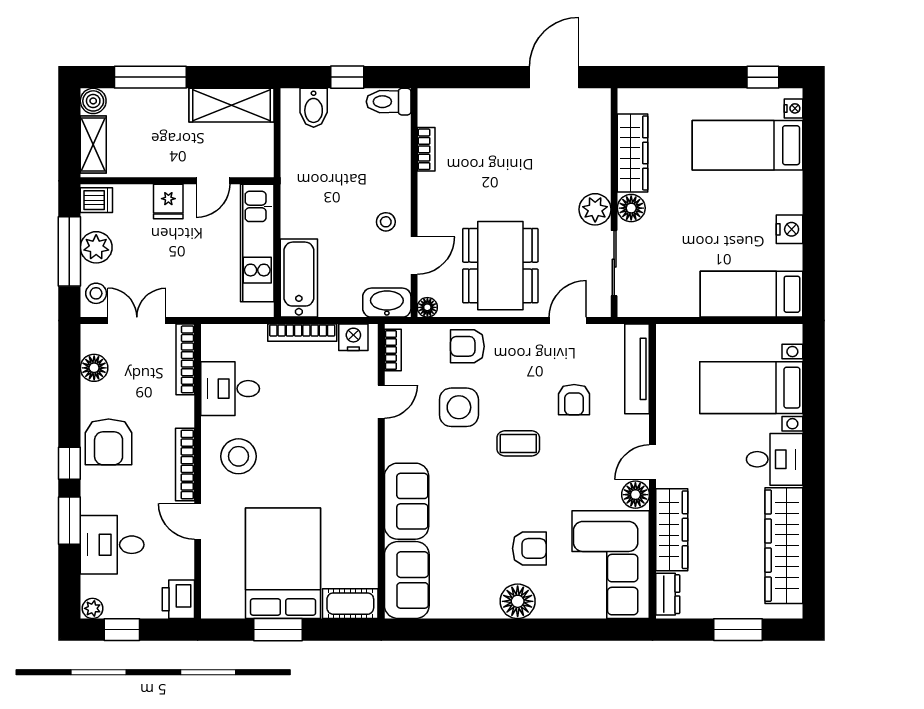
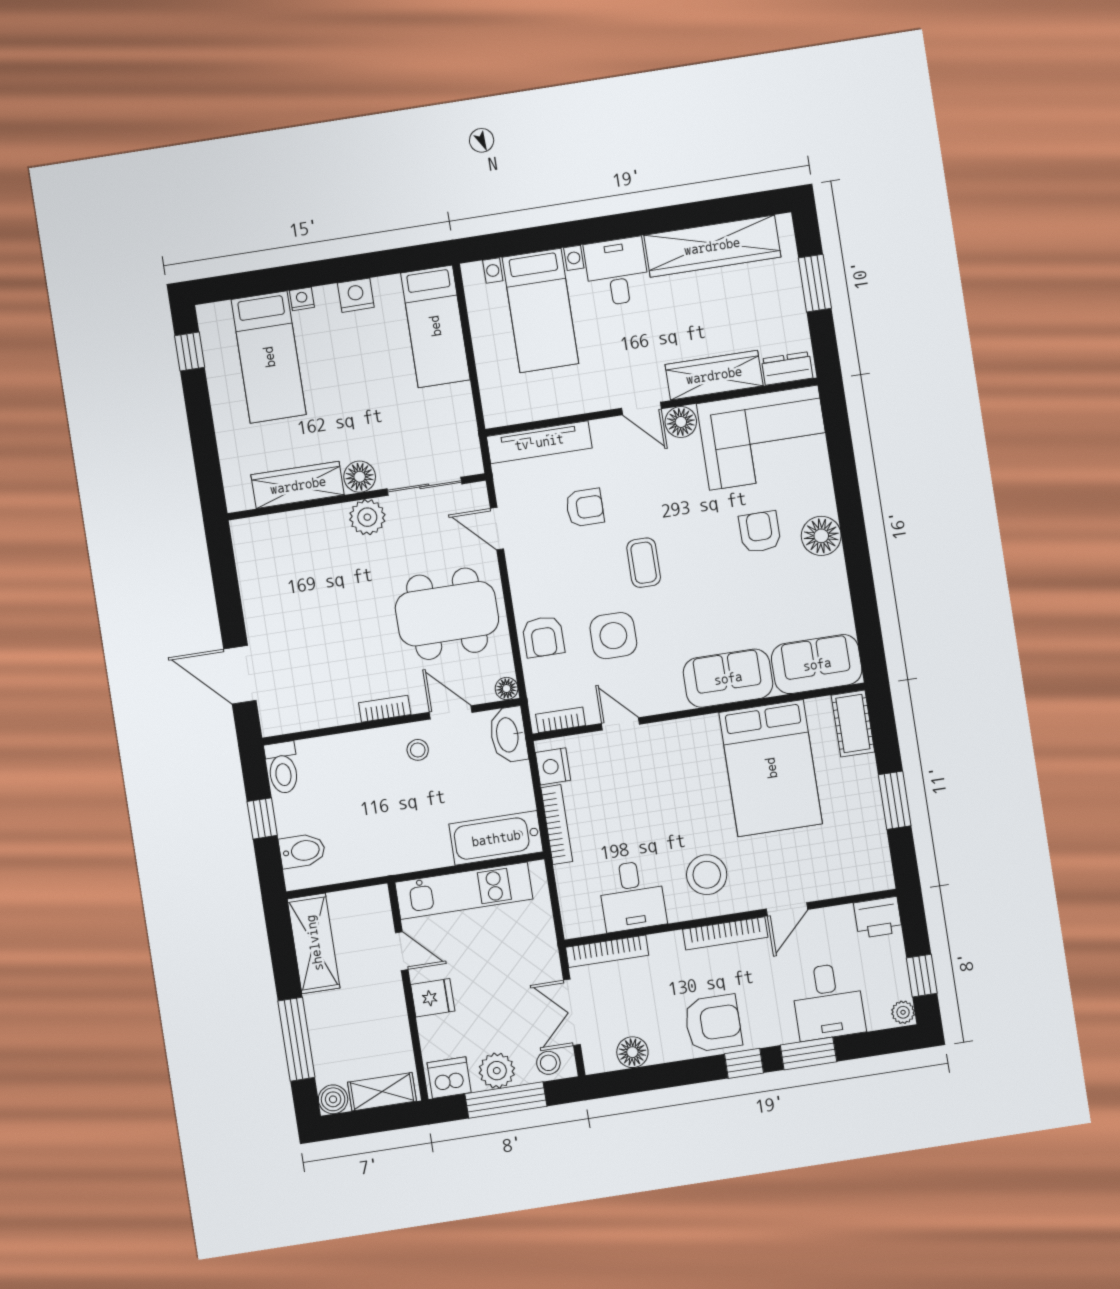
door: (554, 77) -> (240, 675), moved
nightstand: (793, 108) -> (302, 299), moved
bookcase: (426, 149) -> (385, 709), moved
dishwasher: (96, 200) -> (449, 1078), width x1.38
bed: (283, 563) -> (771, 768), moved, turned -90

